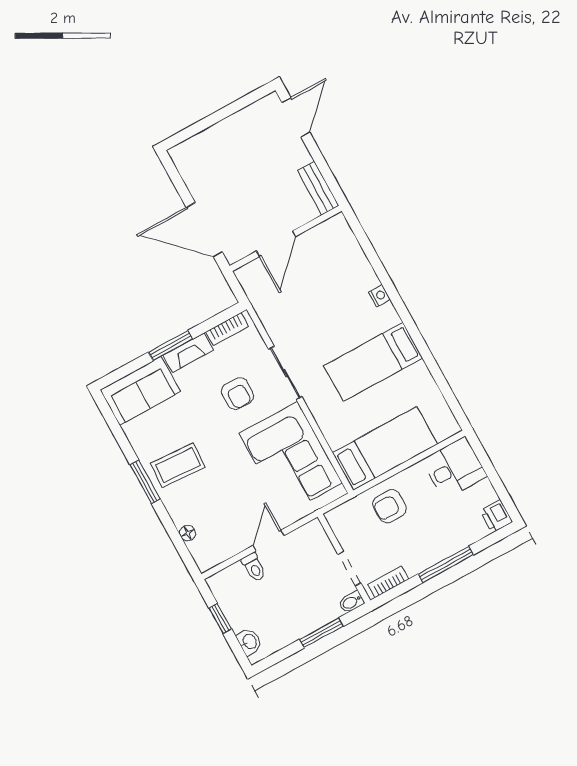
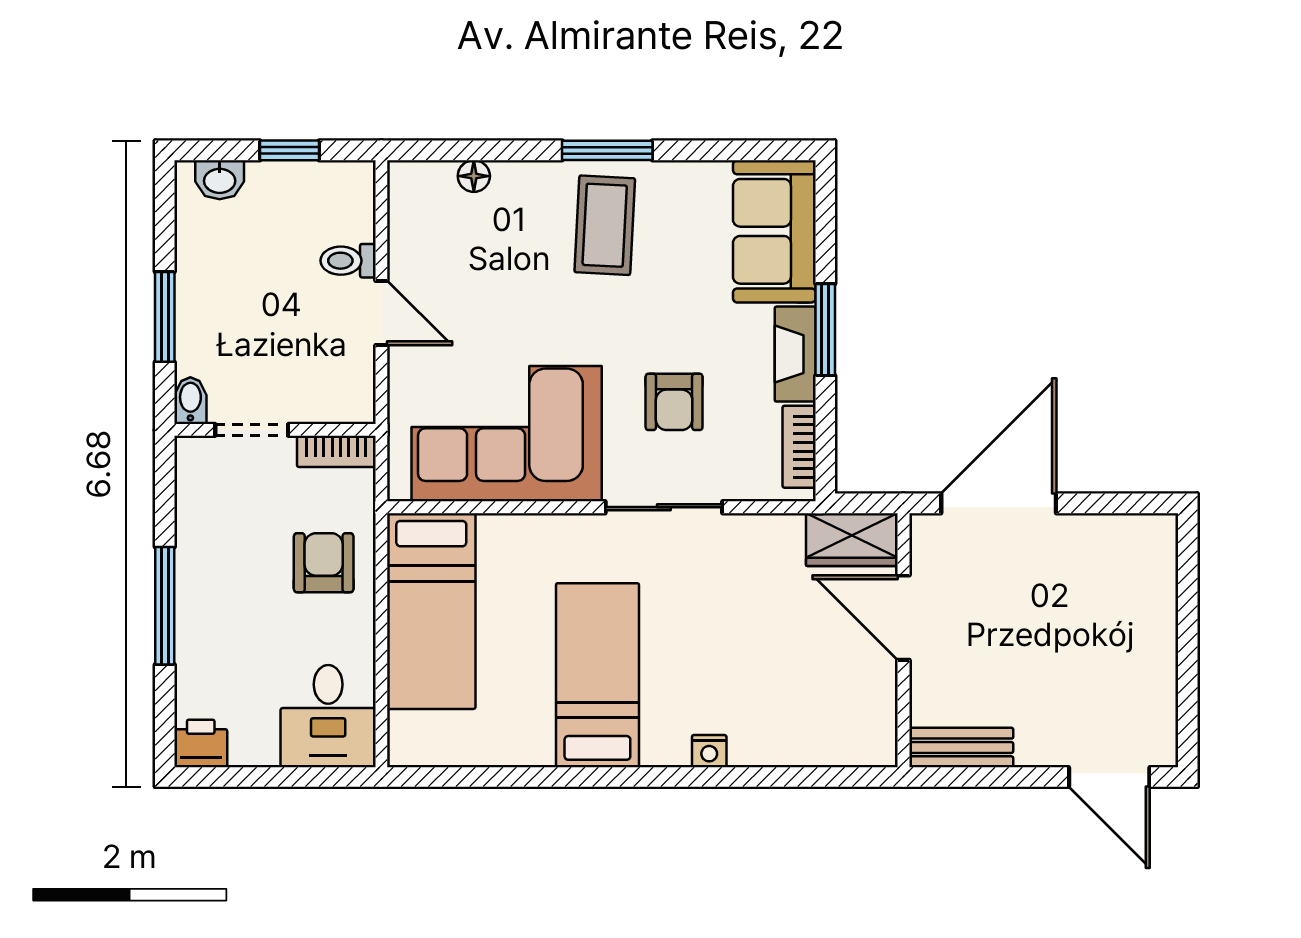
wardrobe: (255, 284) -> (852, 540), added
armchair: (237, 393) -> (674, 402), turned -90
bookcase: (388, 582) -> (336, 451), moved, turned 90

